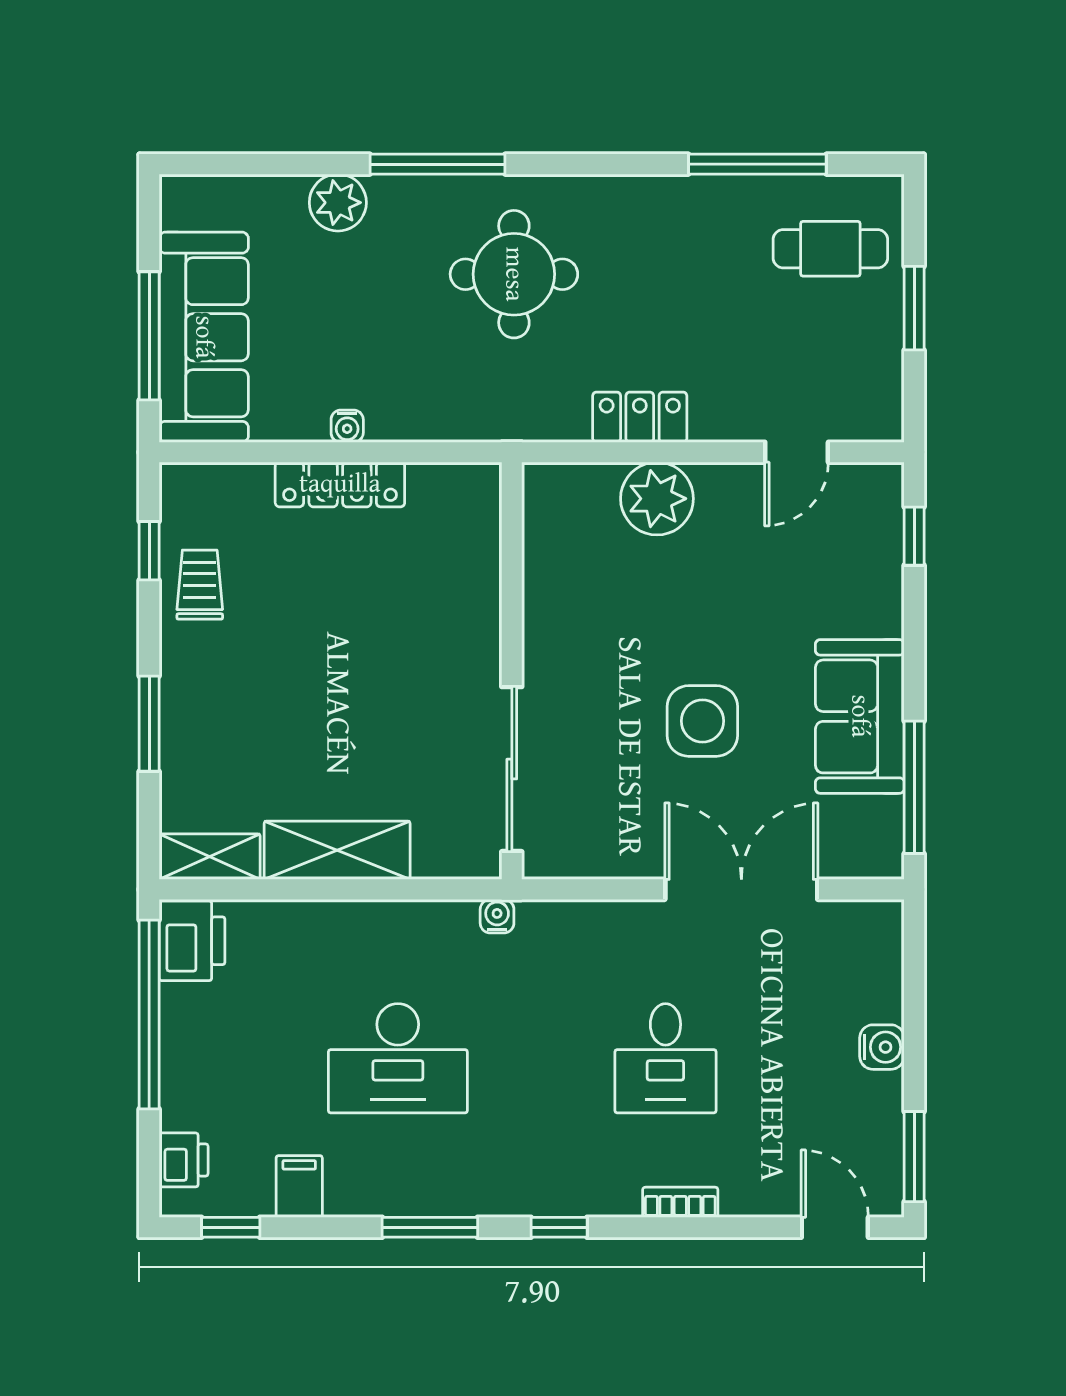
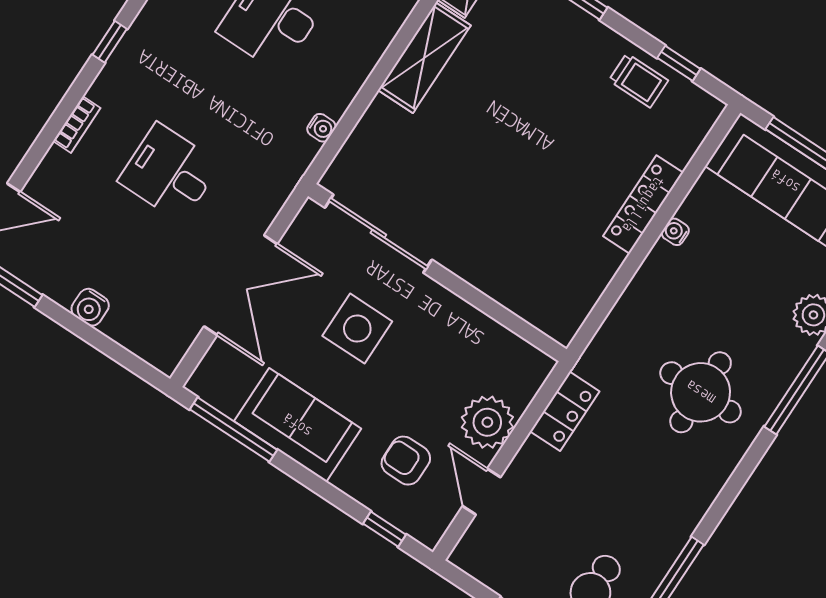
plant: (657, 499) -> (487, 422), moved
armchair: (818, 564) -> (406, 461), added
wall: (512, 671) -> (437, 273), moved
sliding door: (512, 769) -> (378, 234), moved

